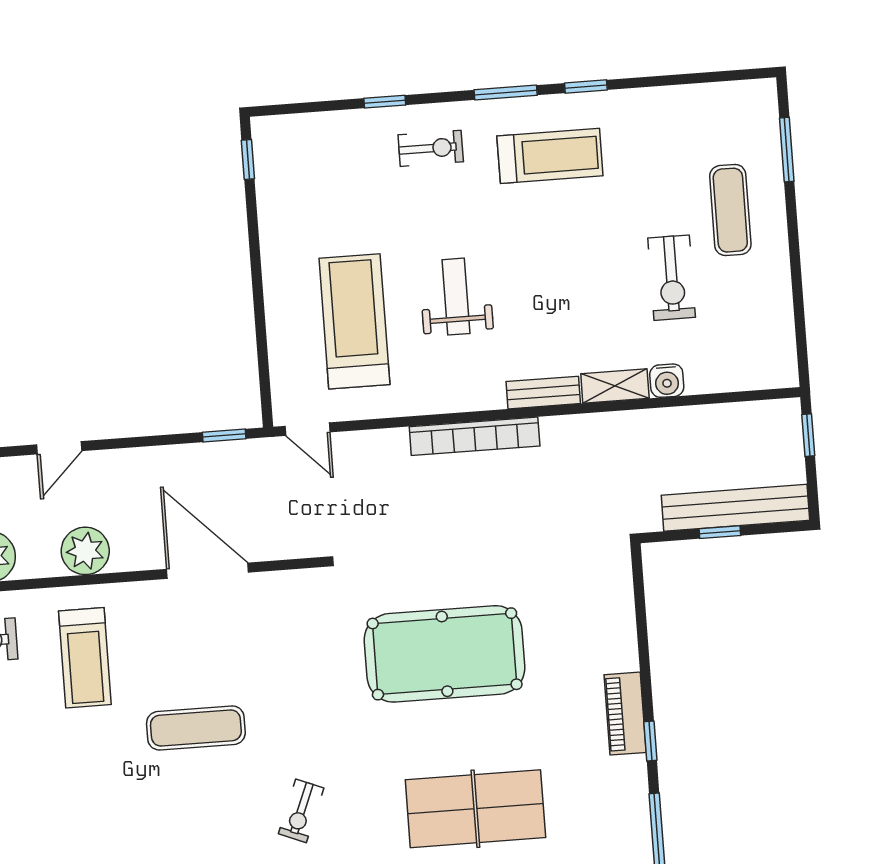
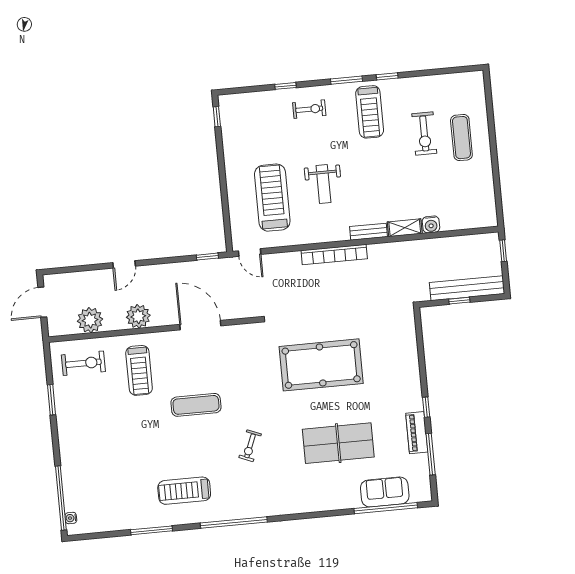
window: (787, 150) -> (489, 106), removed
treadmill: (550, 156) -> (370, 112), turned 90
exercise bike: (672, 278) -> (424, 133), moved
weight bench: (456, 297) -> (323, 184), turned 180
piano: (625, 714) -> (417, 433), moved

